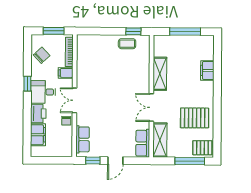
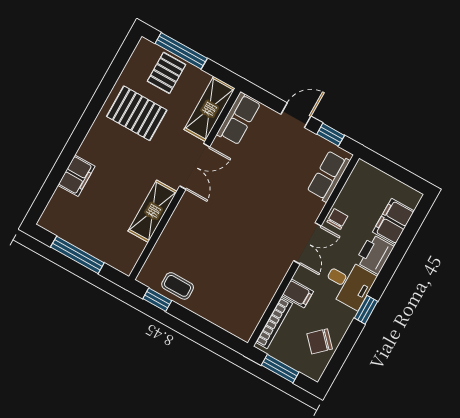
pallet: (202, 148) -> (166, 73), moved, turned 90

